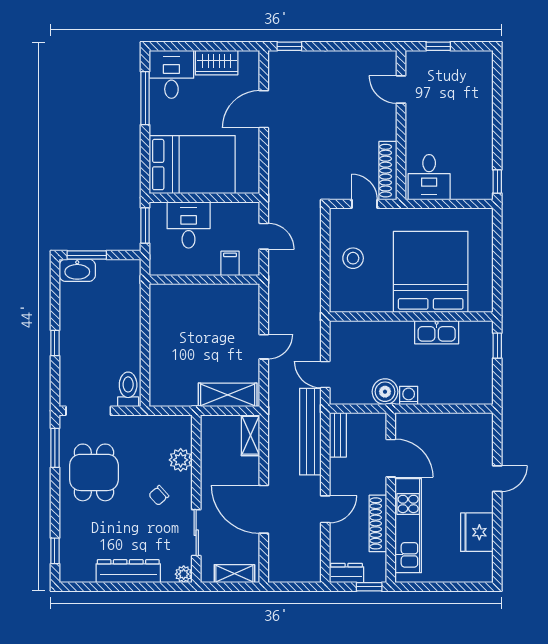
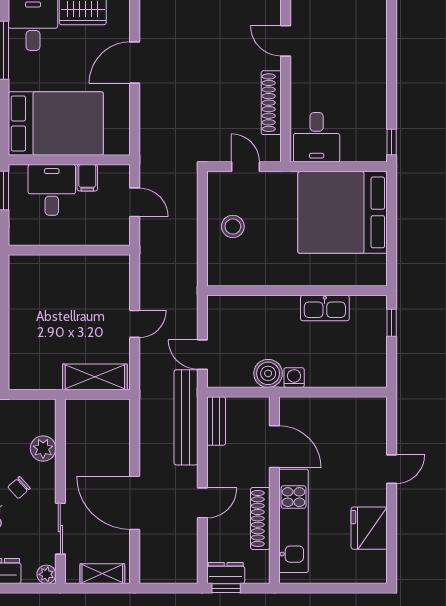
shoe rack: (388, 171) -> (271, 103), moved
filing cabinet: (230, 263) -> (87, 178), moved, turned 180
bed: (431, 272) -> (342, 212), moved, turned -90
shelving: (251, 435) -> (120, 421), removed
window: (369, 587) -> (226, 588), moved

